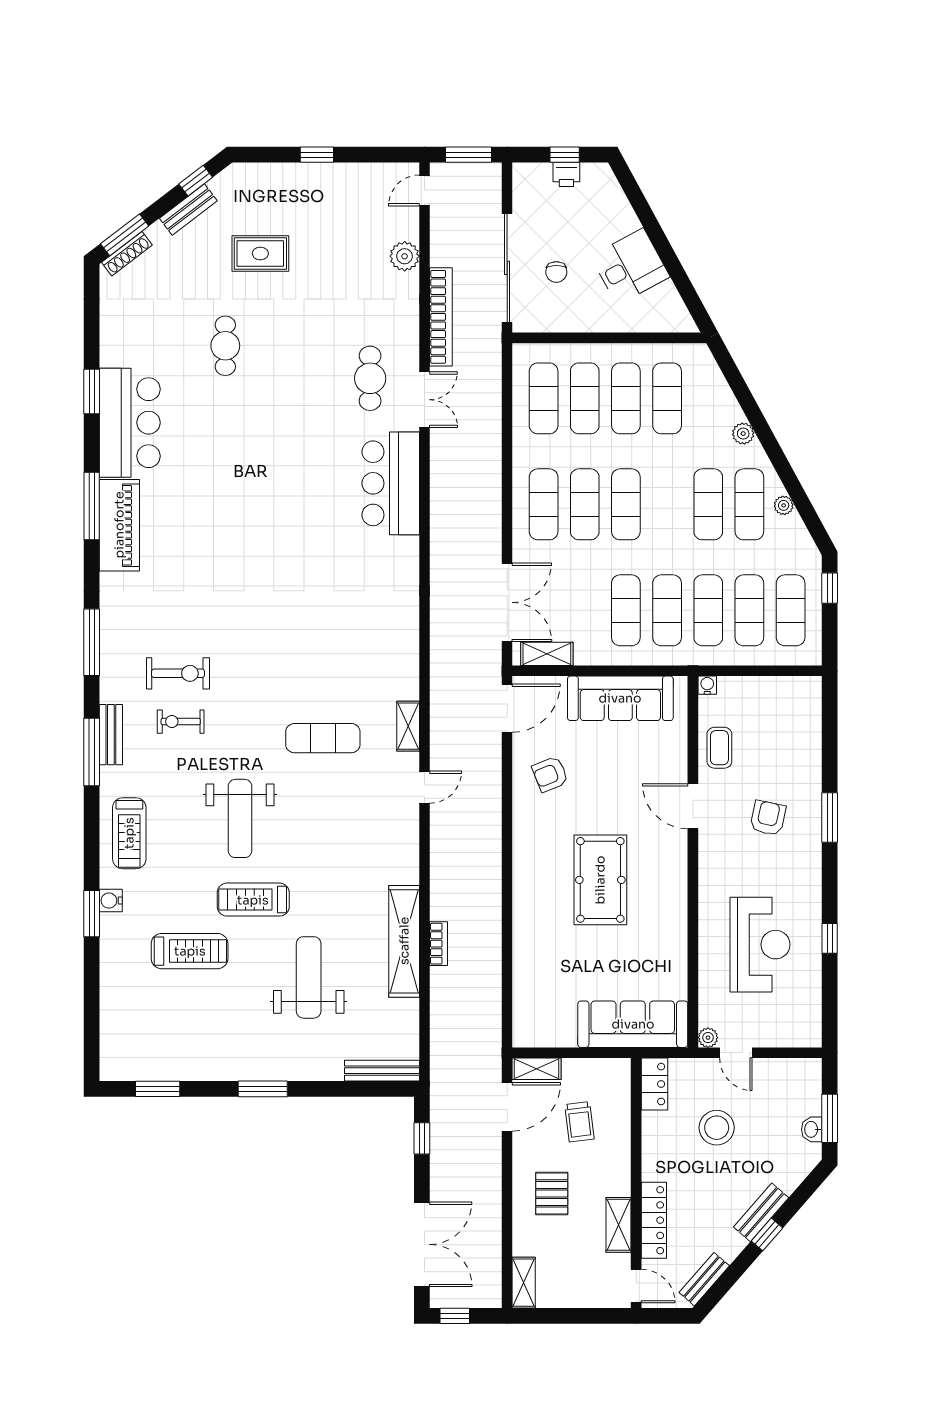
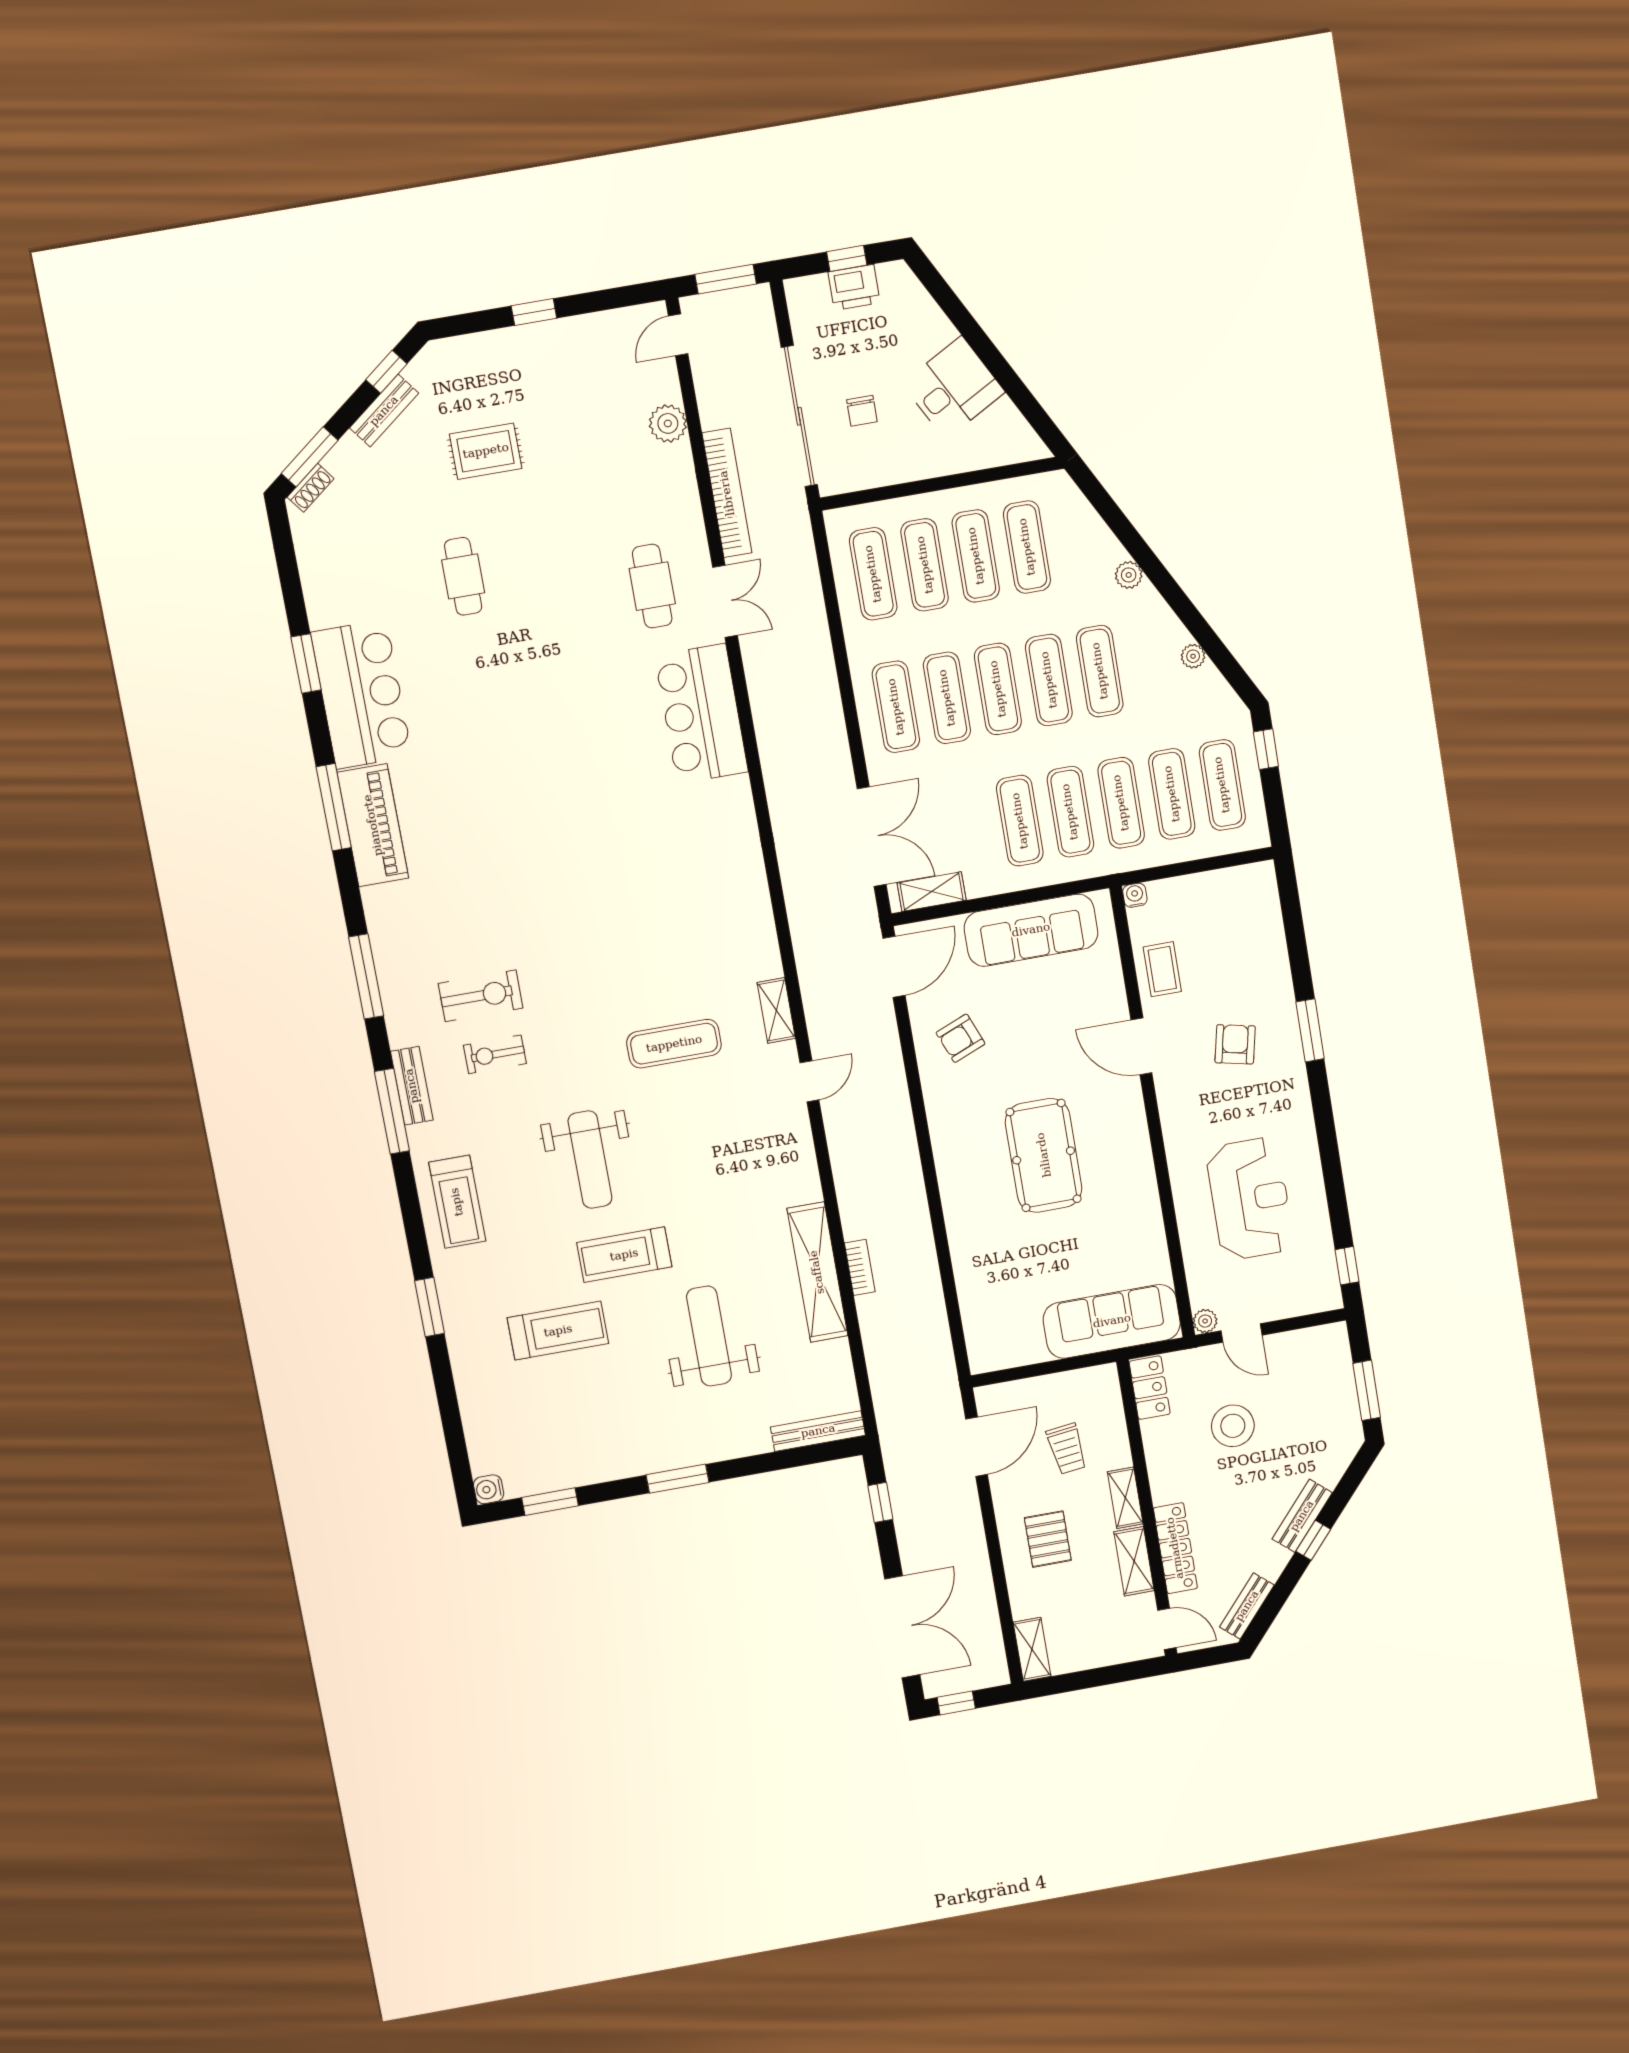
printer: (566, 175) -> (854, 287), width x1.36, depth x1.24
shoe rack: (127, 254) -> (311, 488), width x0.70
exercise mat: (749, 504) -> (1049, 680), moved
water cooler: (111, 901) -> (489, 1489), moved
window: (830, 938) -> (1347, 1266), moved
shelving: (536, 1069) -> (1125, 1498), moved, turned 90
washbasin: (812, 1129) -> (1347, 1407), removed

